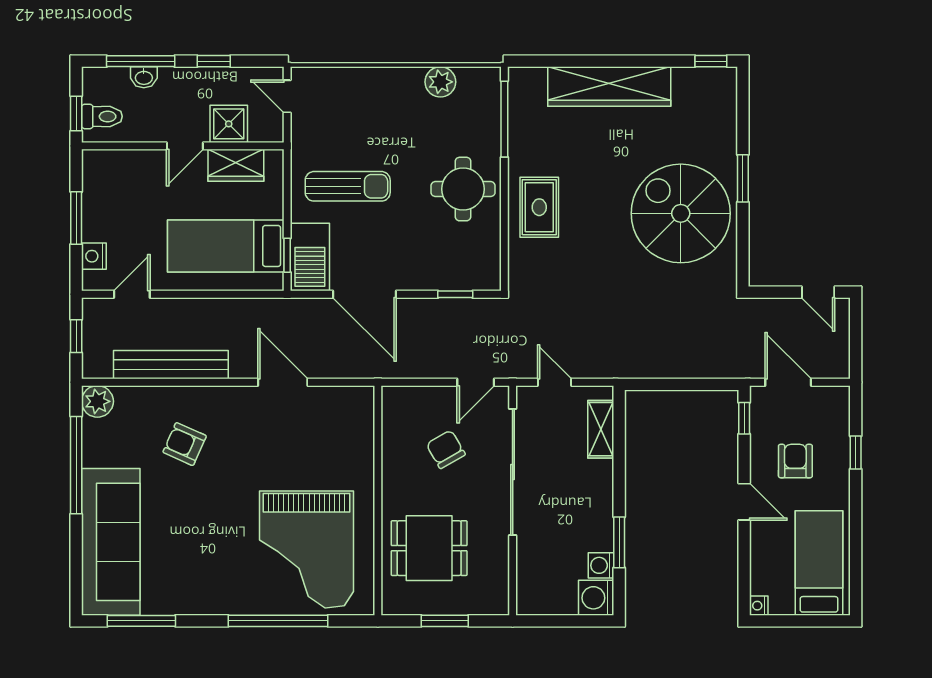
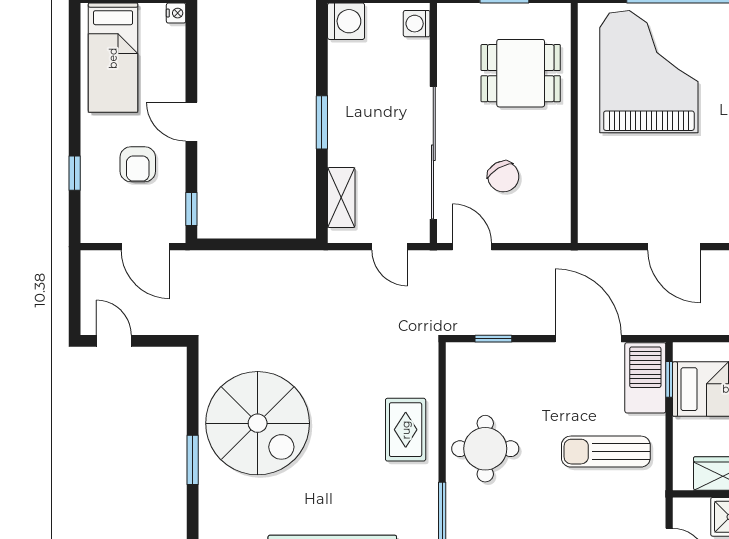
door: (476, 382) -> (472, 247), hinge flipped
window: (619, 542) -> (322, 122), moved
washing machine: (601, 565) -> (417, 24), moved, turned 180

